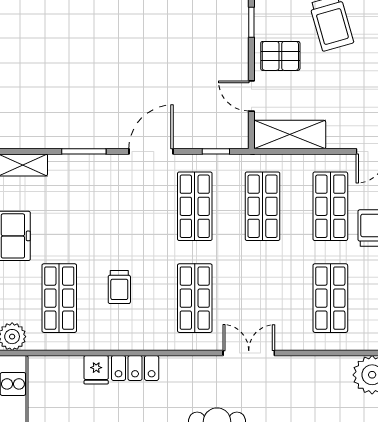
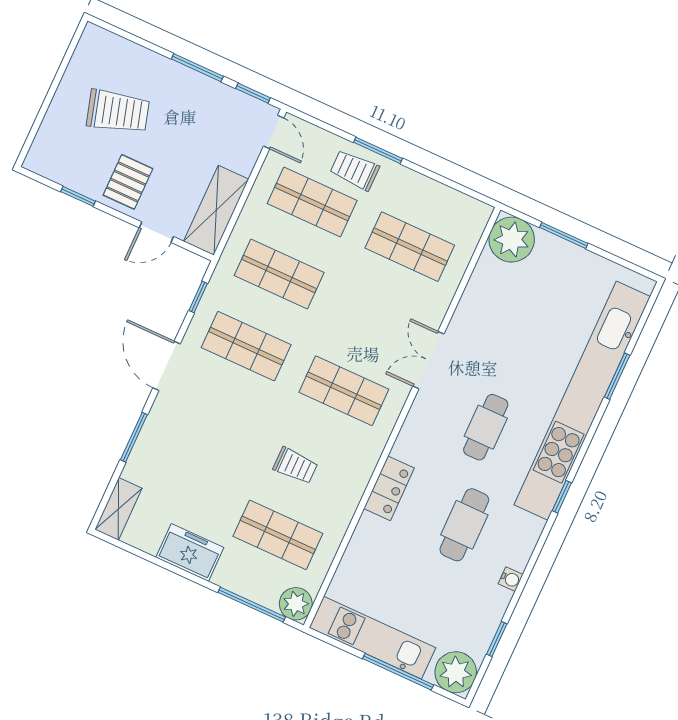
fridge: (96, 370) -> (372, 531), removed

